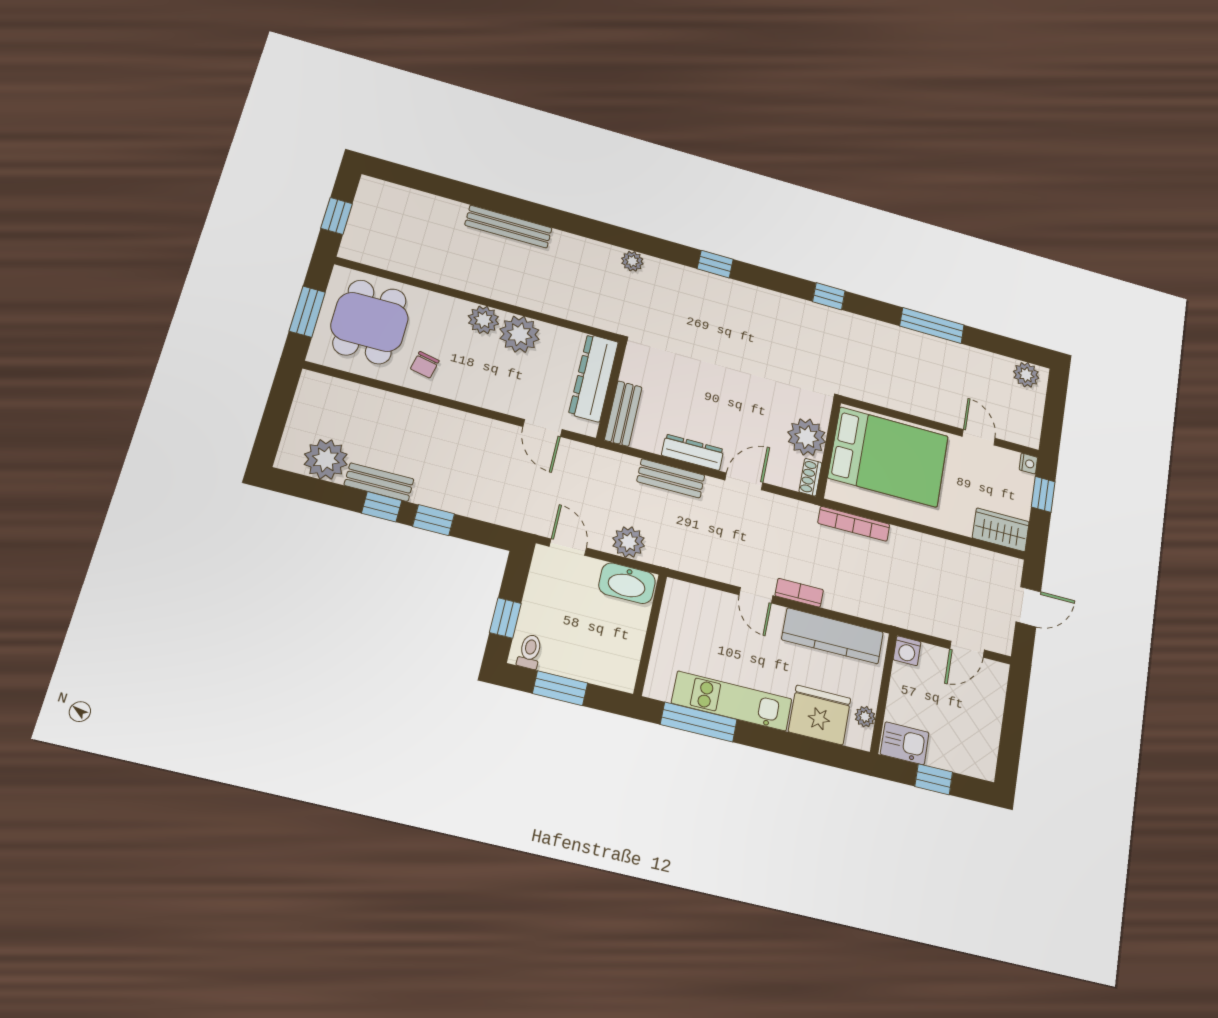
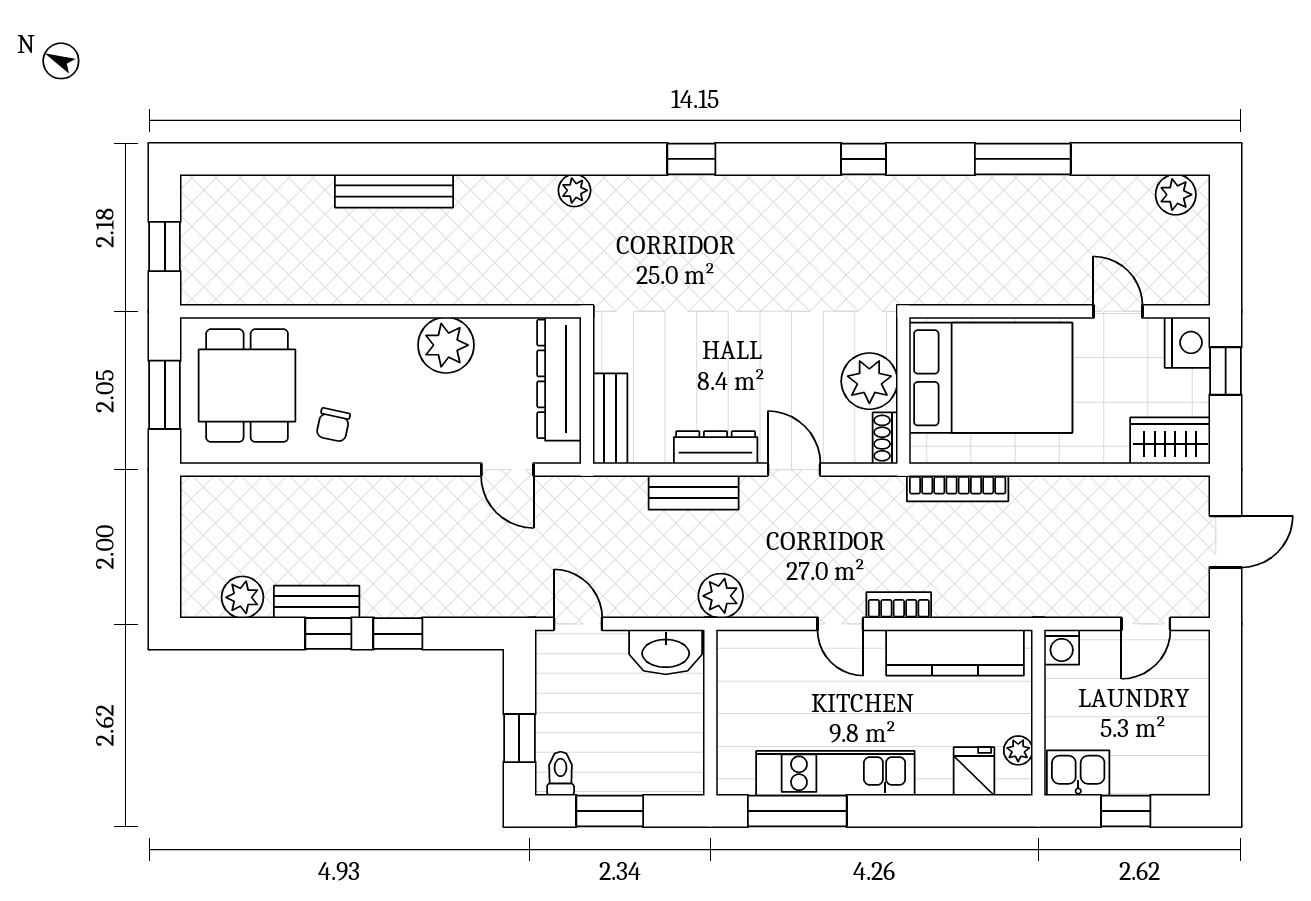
plant: (483, 320) -> (394, 339), removed
plant: (326, 459) -> (242, 597), width x0.73, depth x0.73
nightstand: (1028, 464) -> (1187, 342), width x1.89, depth x1.79
door: (744, 481) -> (794, 470), hinge flipped
plant: (629, 542) -> (721, 596), moved
fridge: (820, 715) -> (974, 771), width x0.53, depth x0.75

